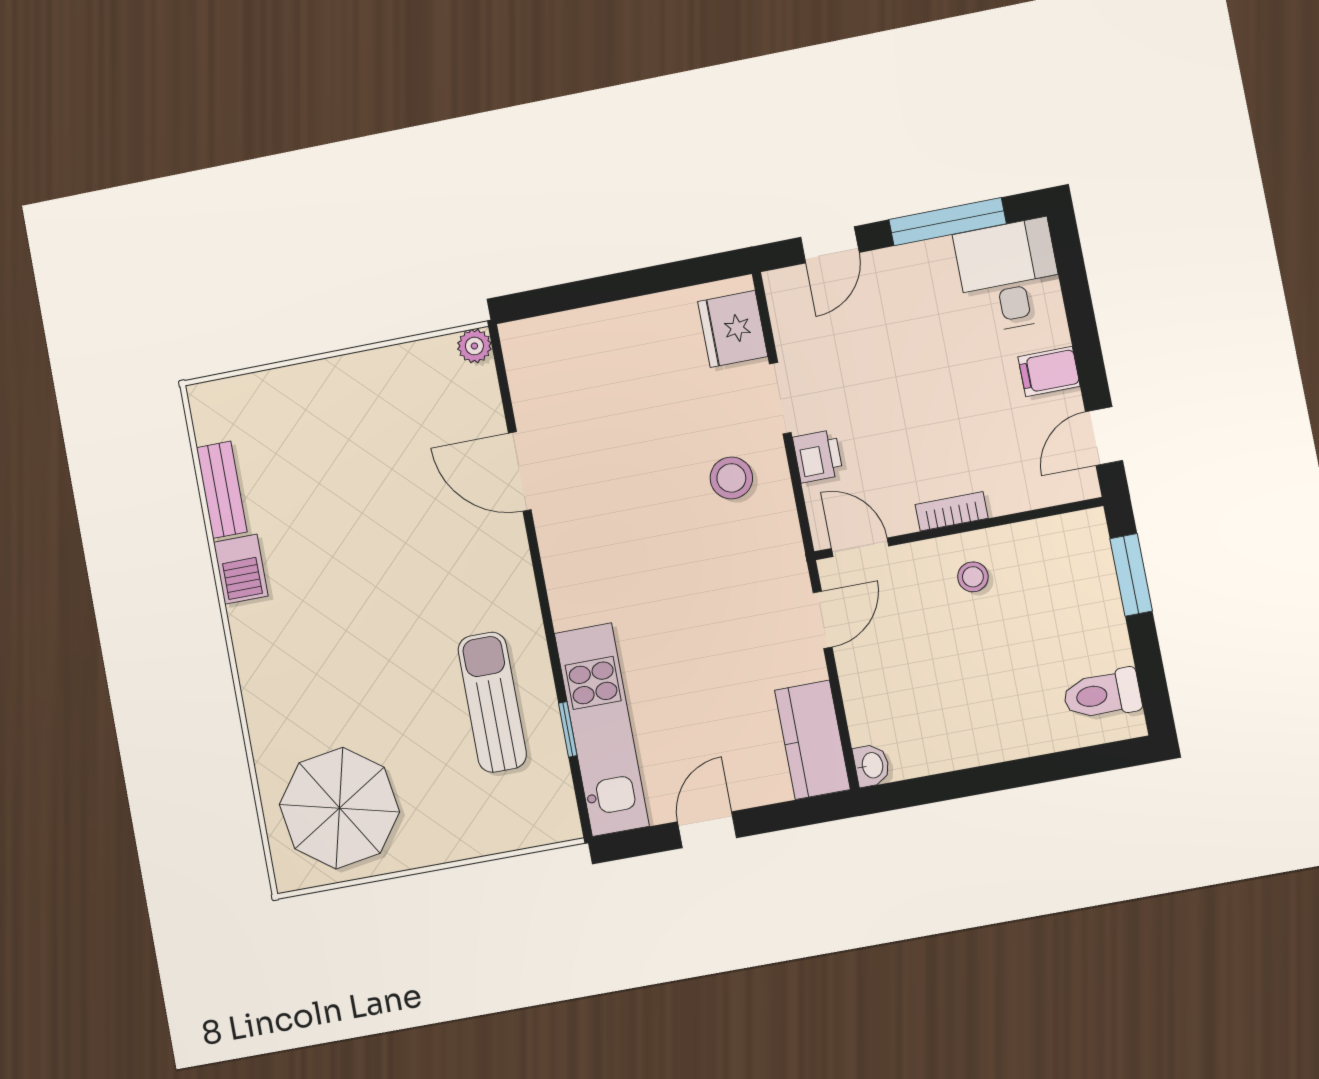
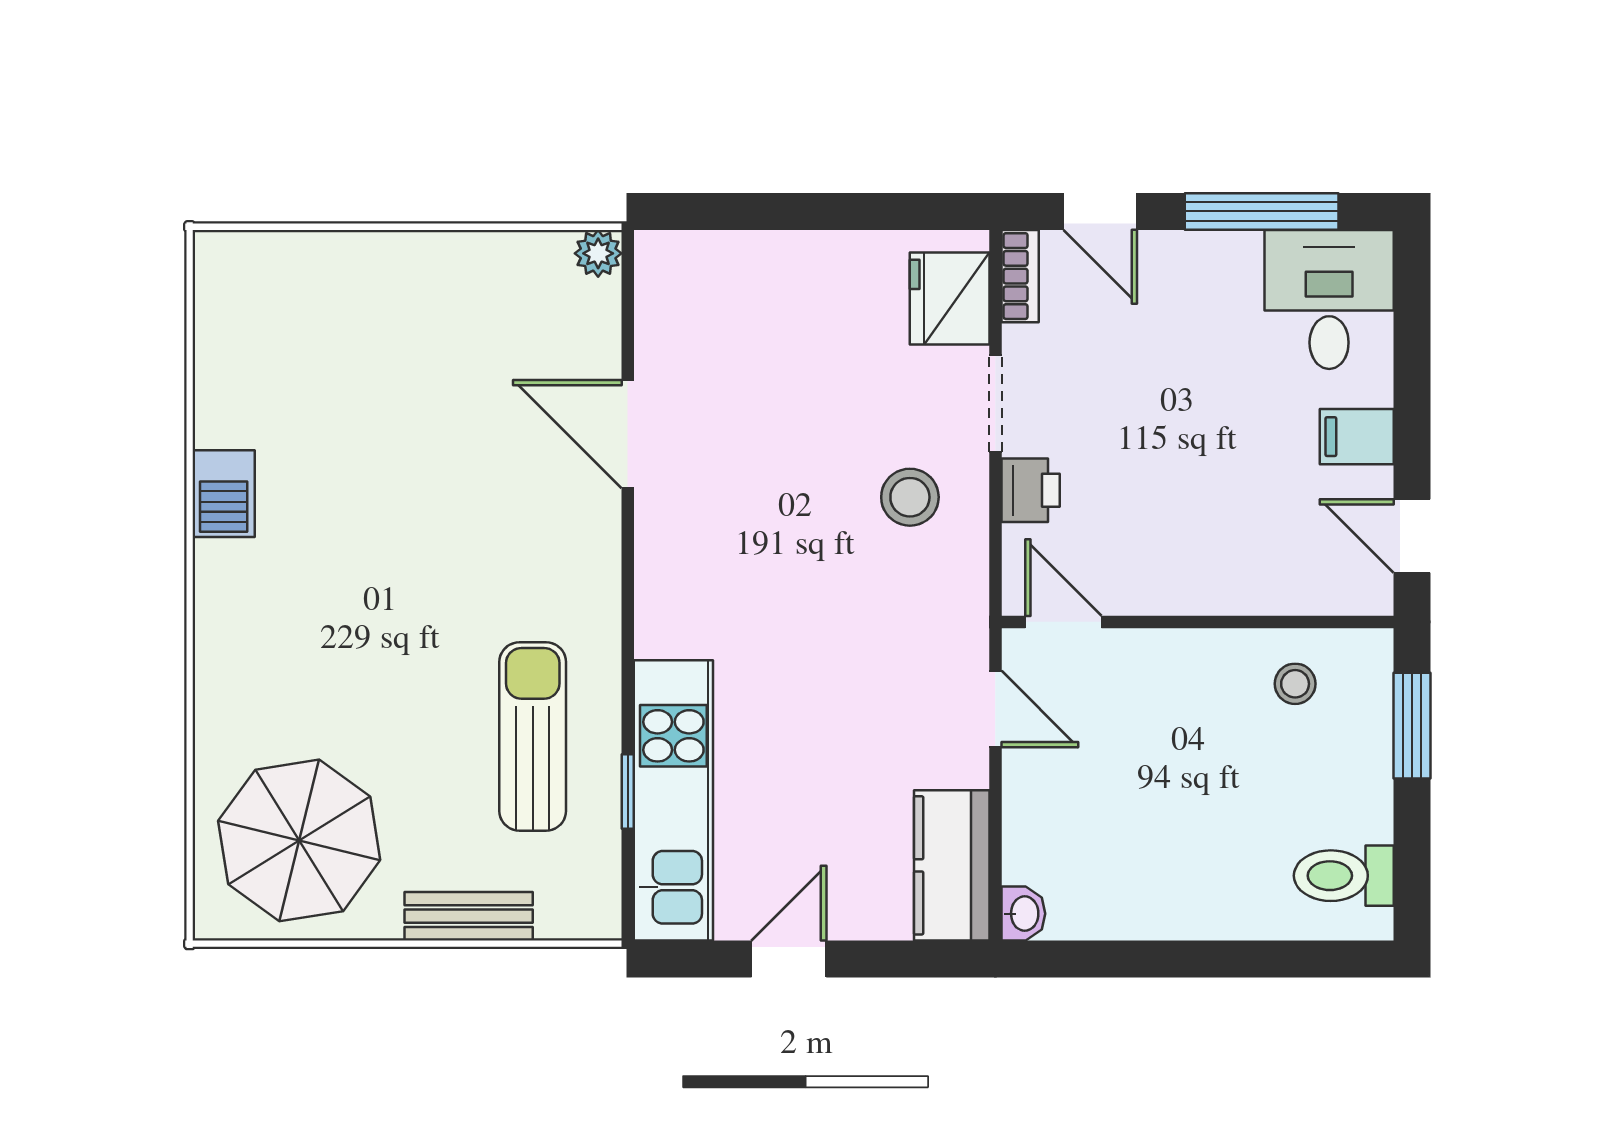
door: (830, 245) -> (1100, 211), hinge flipped
door: (1104, 436) -> (1412, 536), hinge flipped
bench: (222, 490) -> (469, 916), moved, turned 90
bookcase: (952, 511) -> (1020, 276), moved, turned 90
stool: (973, 577) -> (1295, 684), moved
door: (823, 620) -> (995, 709), hinge flipped

